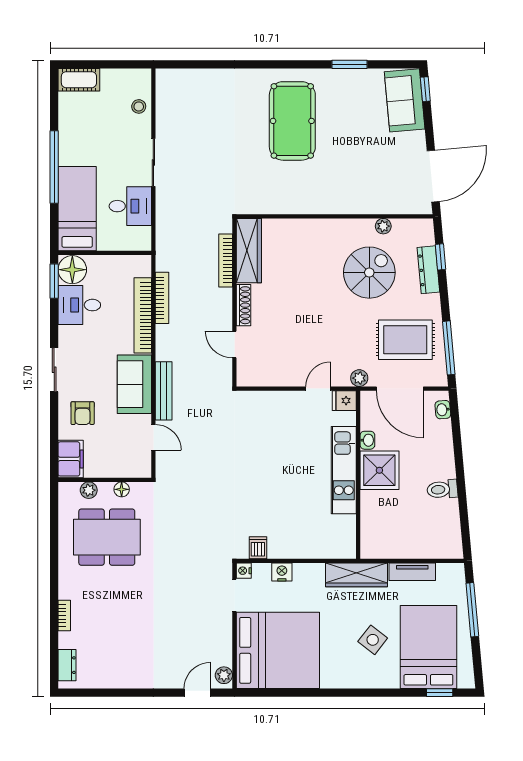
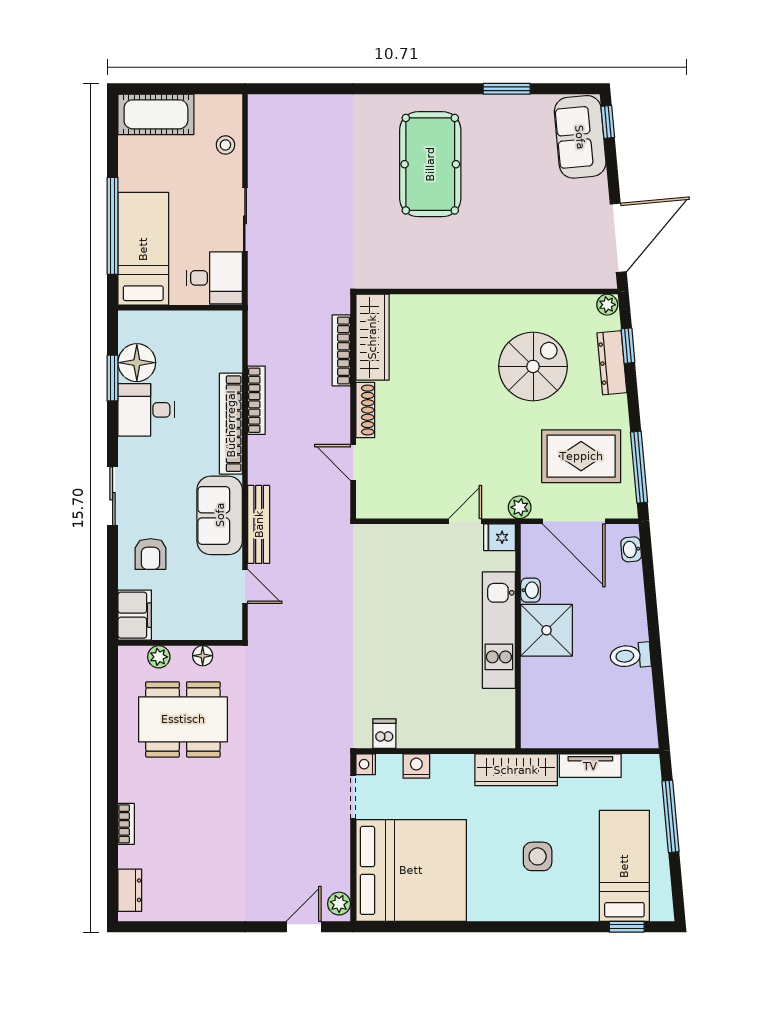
cot: (79, 80) -> (156, 114), width x1.37, depth x1.34
bed: (77, 209) -> (143, 249), moved
plant: (383, 226) -> (607, 305), moved
wall: (105, 253) -> (180, 308), moved
side table: (373, 640) -> (538, 856), turned -38
bed: (428, 647) -> (624, 866), width x0.67

